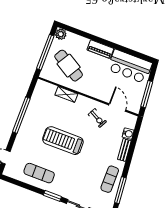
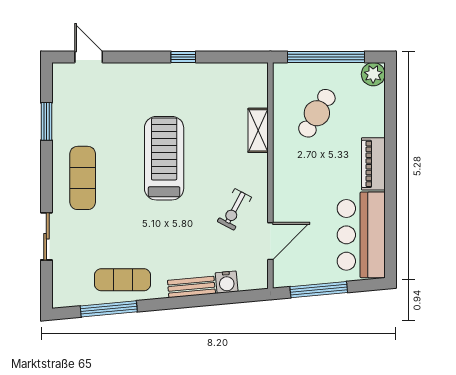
cafe table: (69, 66) -> (317, 113), width x0.73, depth x0.74
window: (21, 115) -> (183, 57), width x0.32
exercise mat: (39, 173) -> (83, 178), moved
window: (52, 196) -> (46, 121), moved

